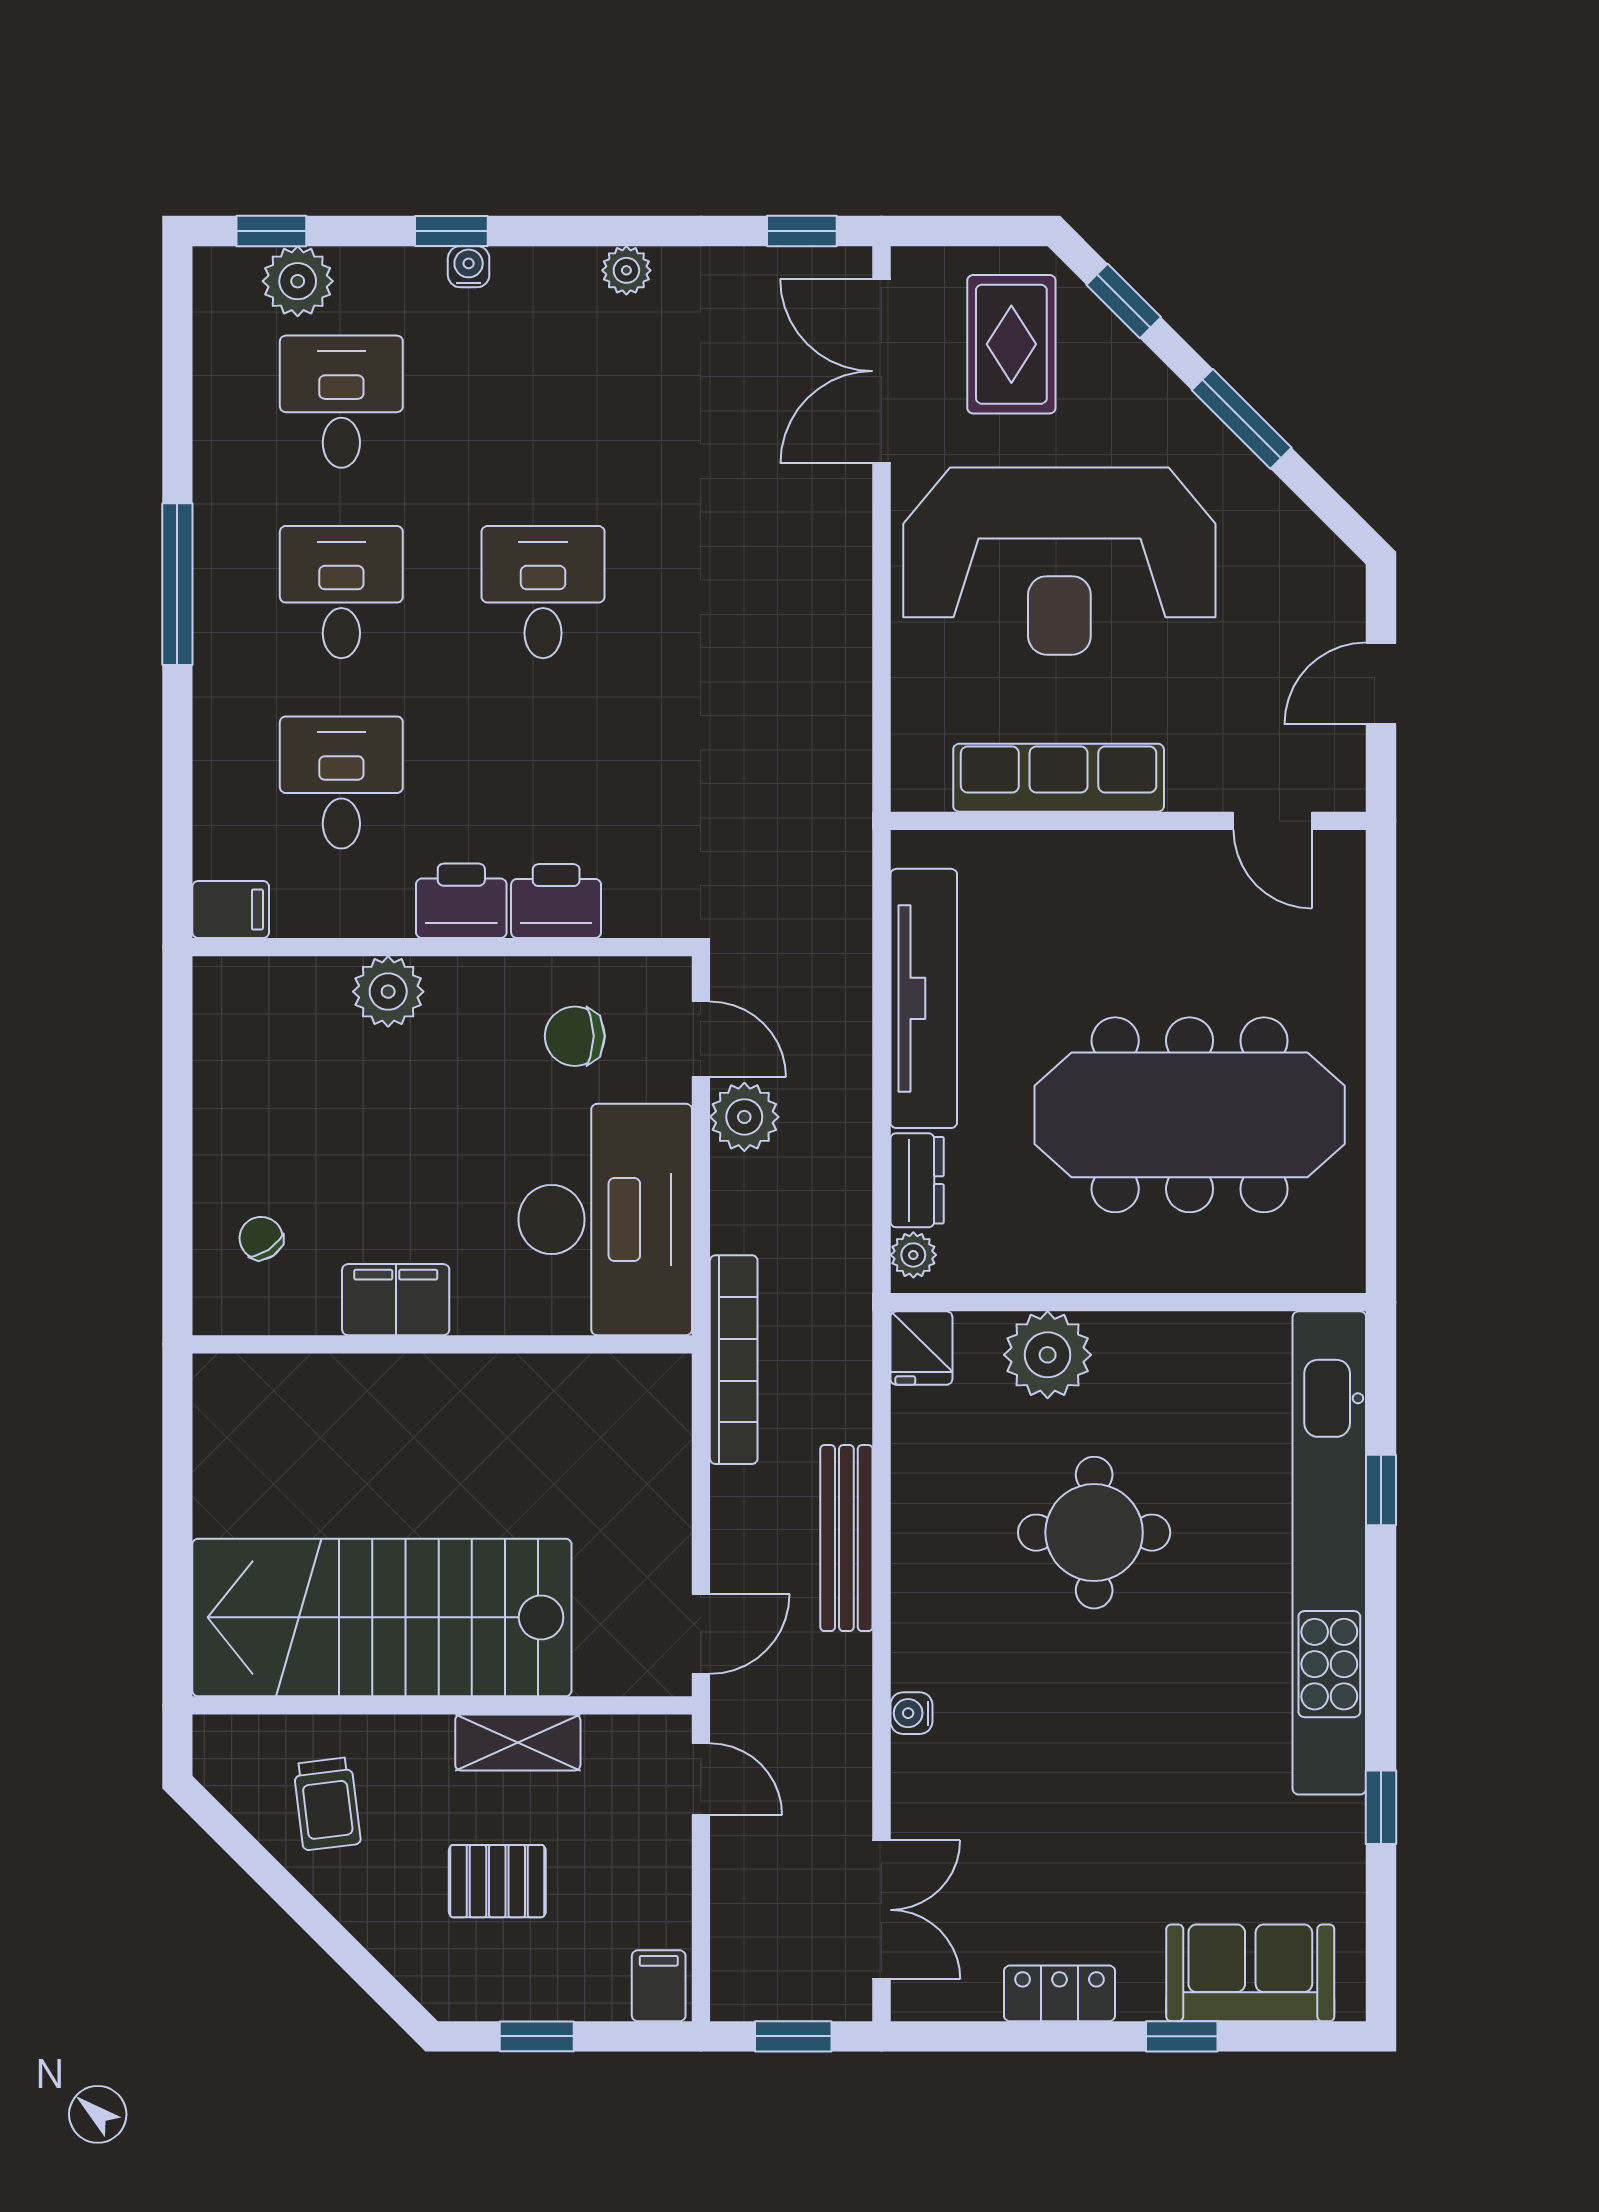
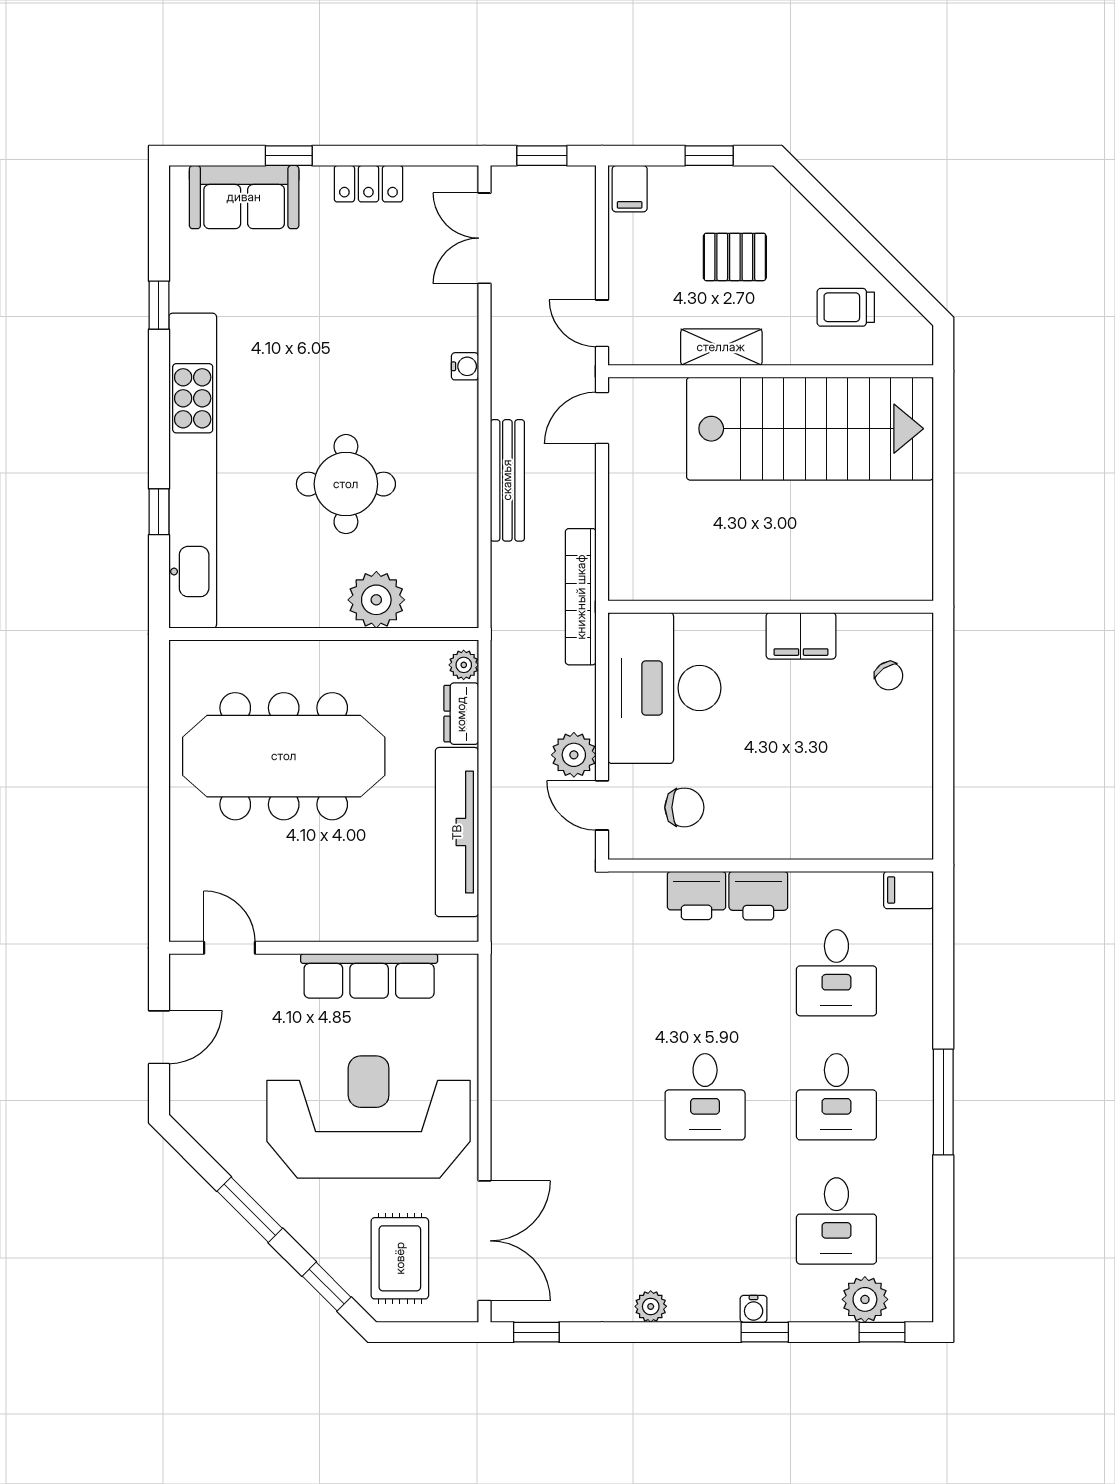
plant: (388, 992) -> (806, 837), removed
fridge: (921, 1348) -> (458, 604), removed
trolley: (327, 1804) -> (846, 307), turned -83

